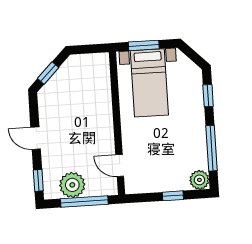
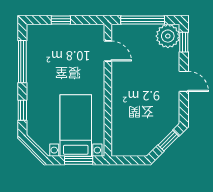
plant: (199, 180) -> (35, 33), removed
plant: (72, 185) -> (168, 36), moved

